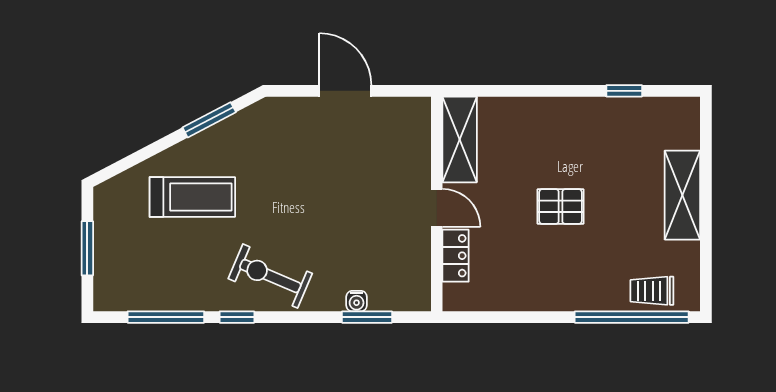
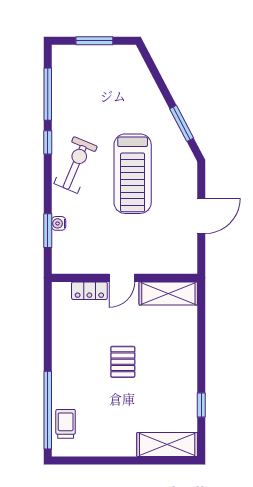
shelving: (682, 195) -> (167, 445), moved
treadmill: (192, 197) -> (133, 174), moved, width x1.37, depth x1.38

